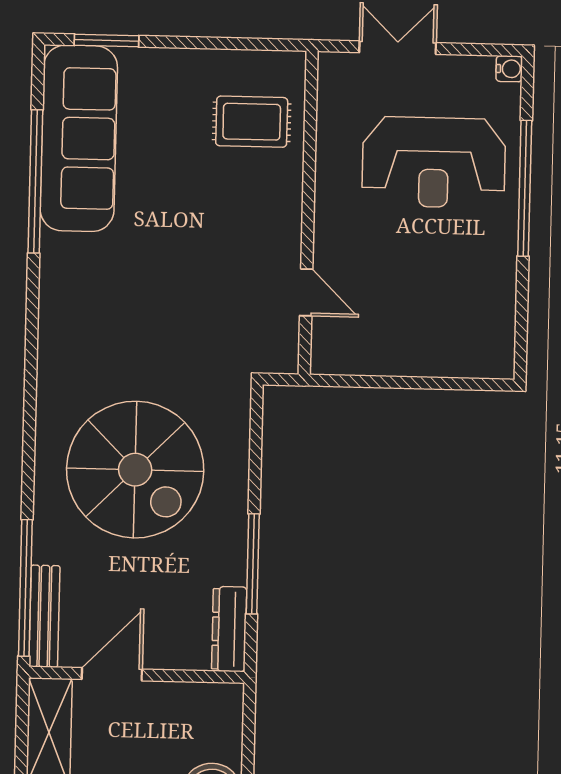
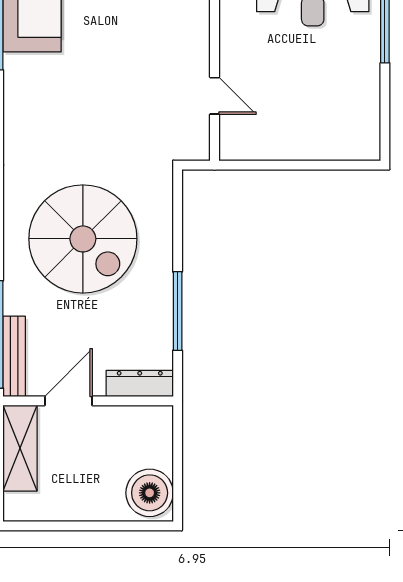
dresser: (229, 629) -> (140, 383), moved, turned 90

